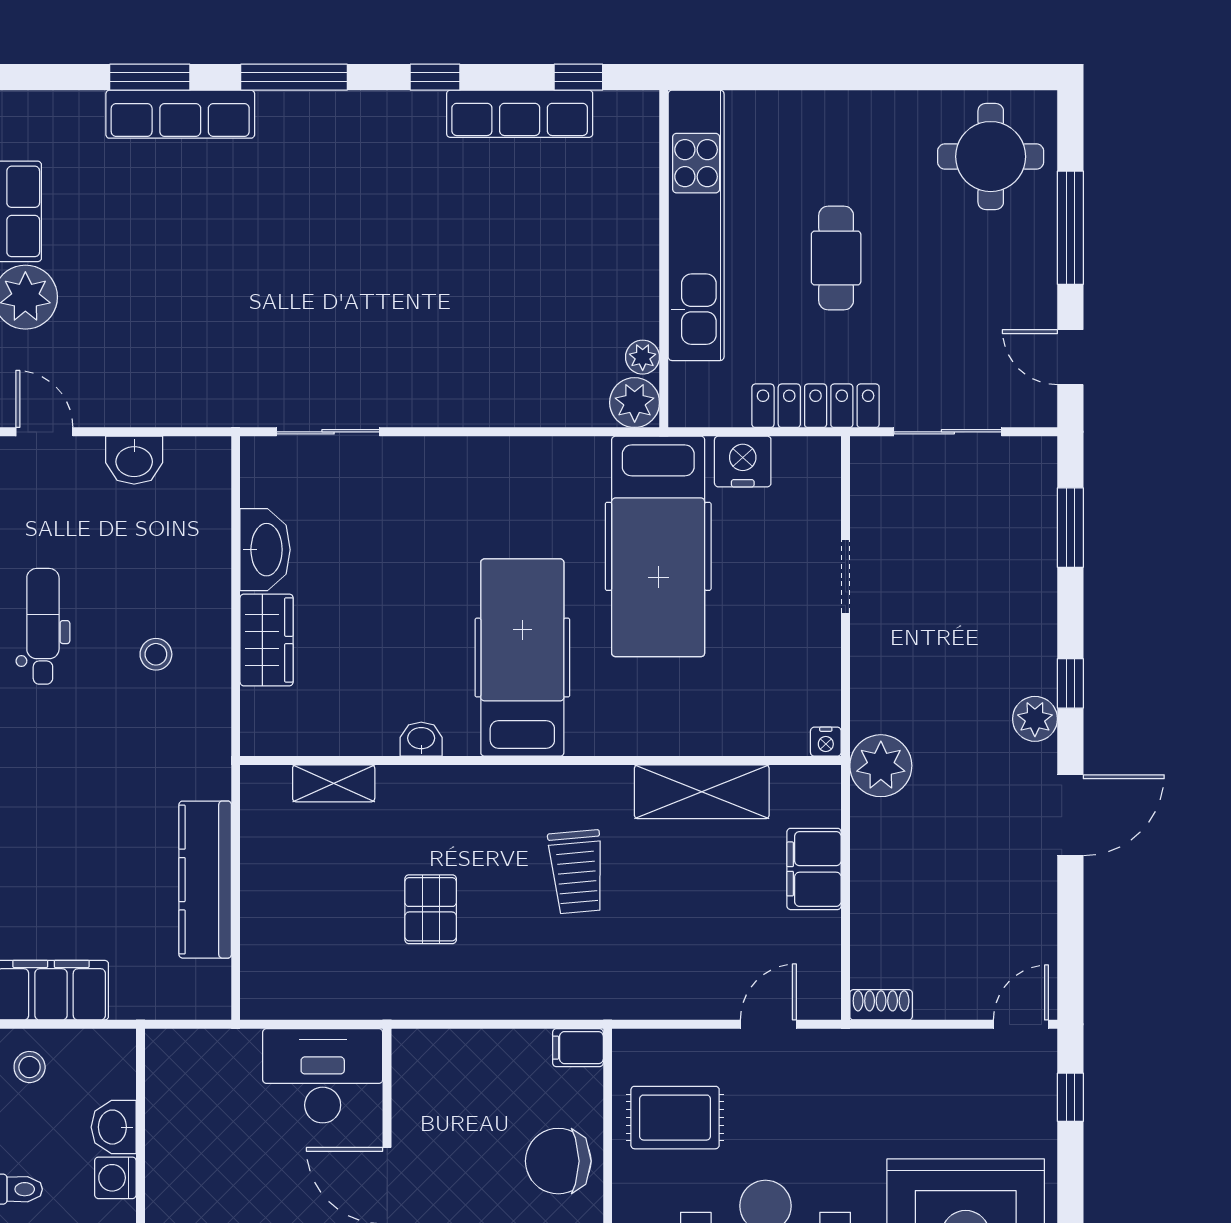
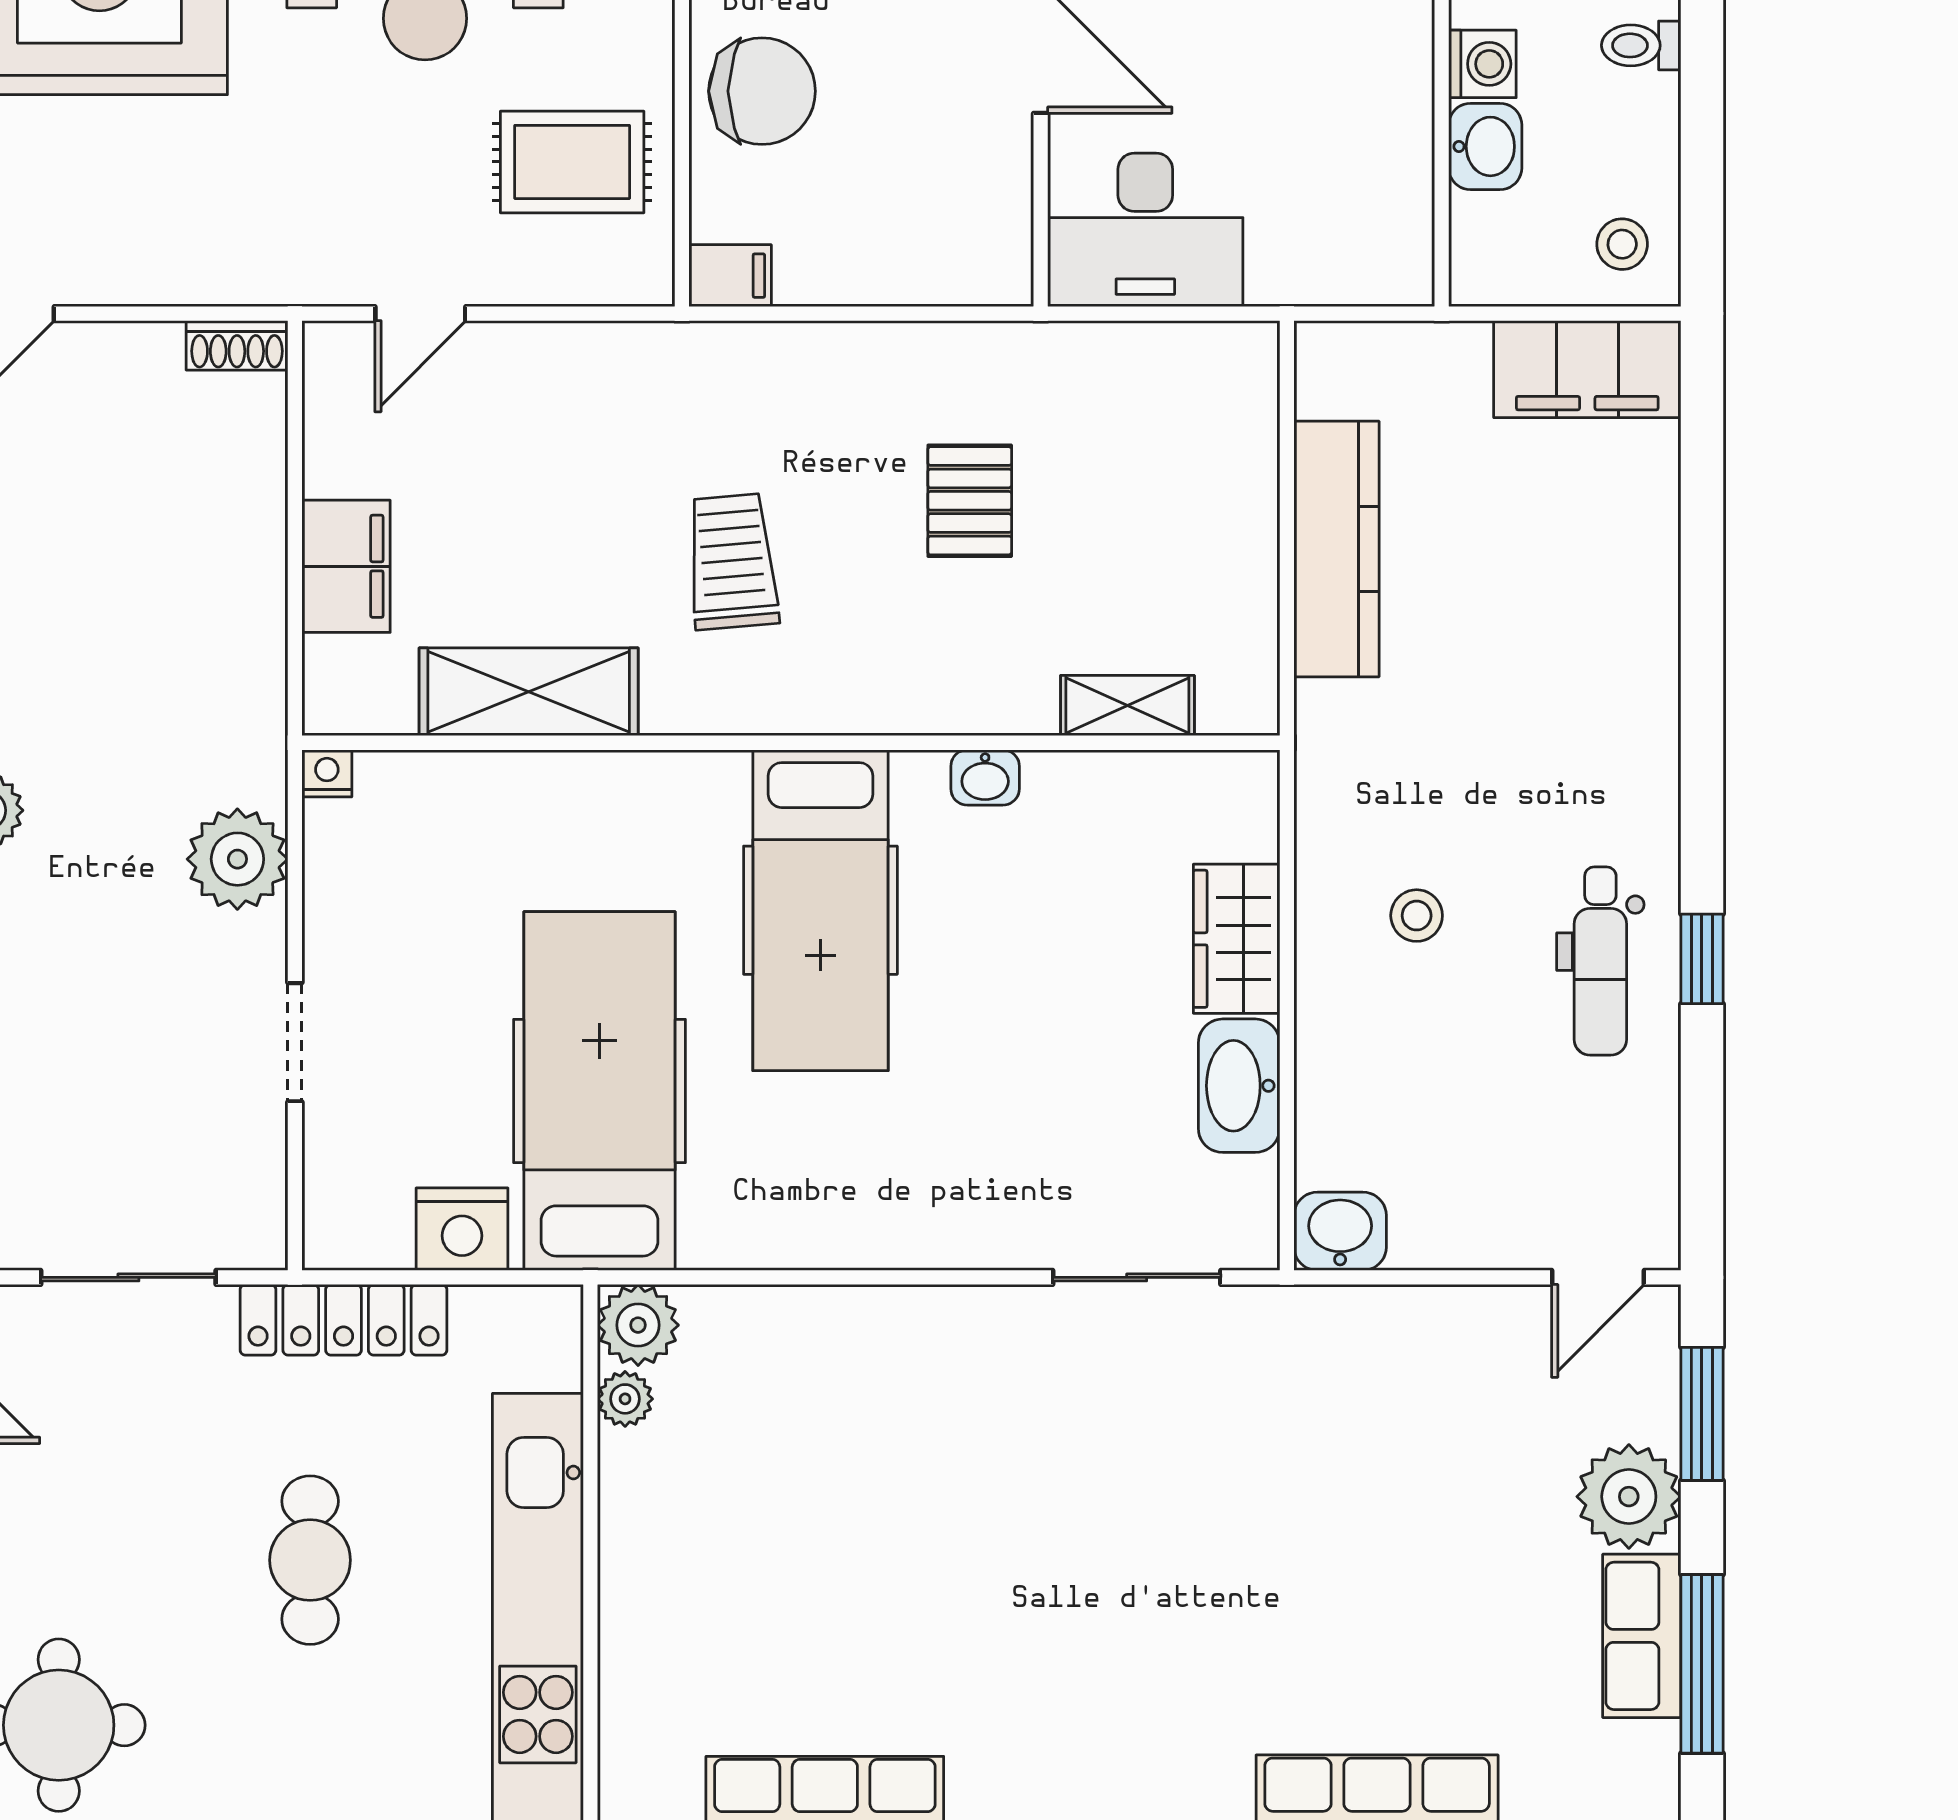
door: (44, 432) -> (1598, 1277), hinge flipped
washbasin: (134, 460) -> (1340, 1231), moved
plant: (881, 766) -> (237, 859), moved

